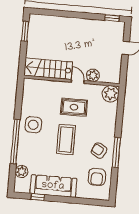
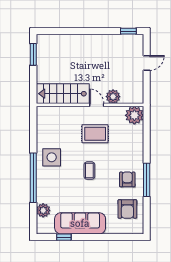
coffee table: (66, 140) -> (89, 171), width x0.54, depth x0.58
armchair: (99, 151) -> (127, 179), turned 62

